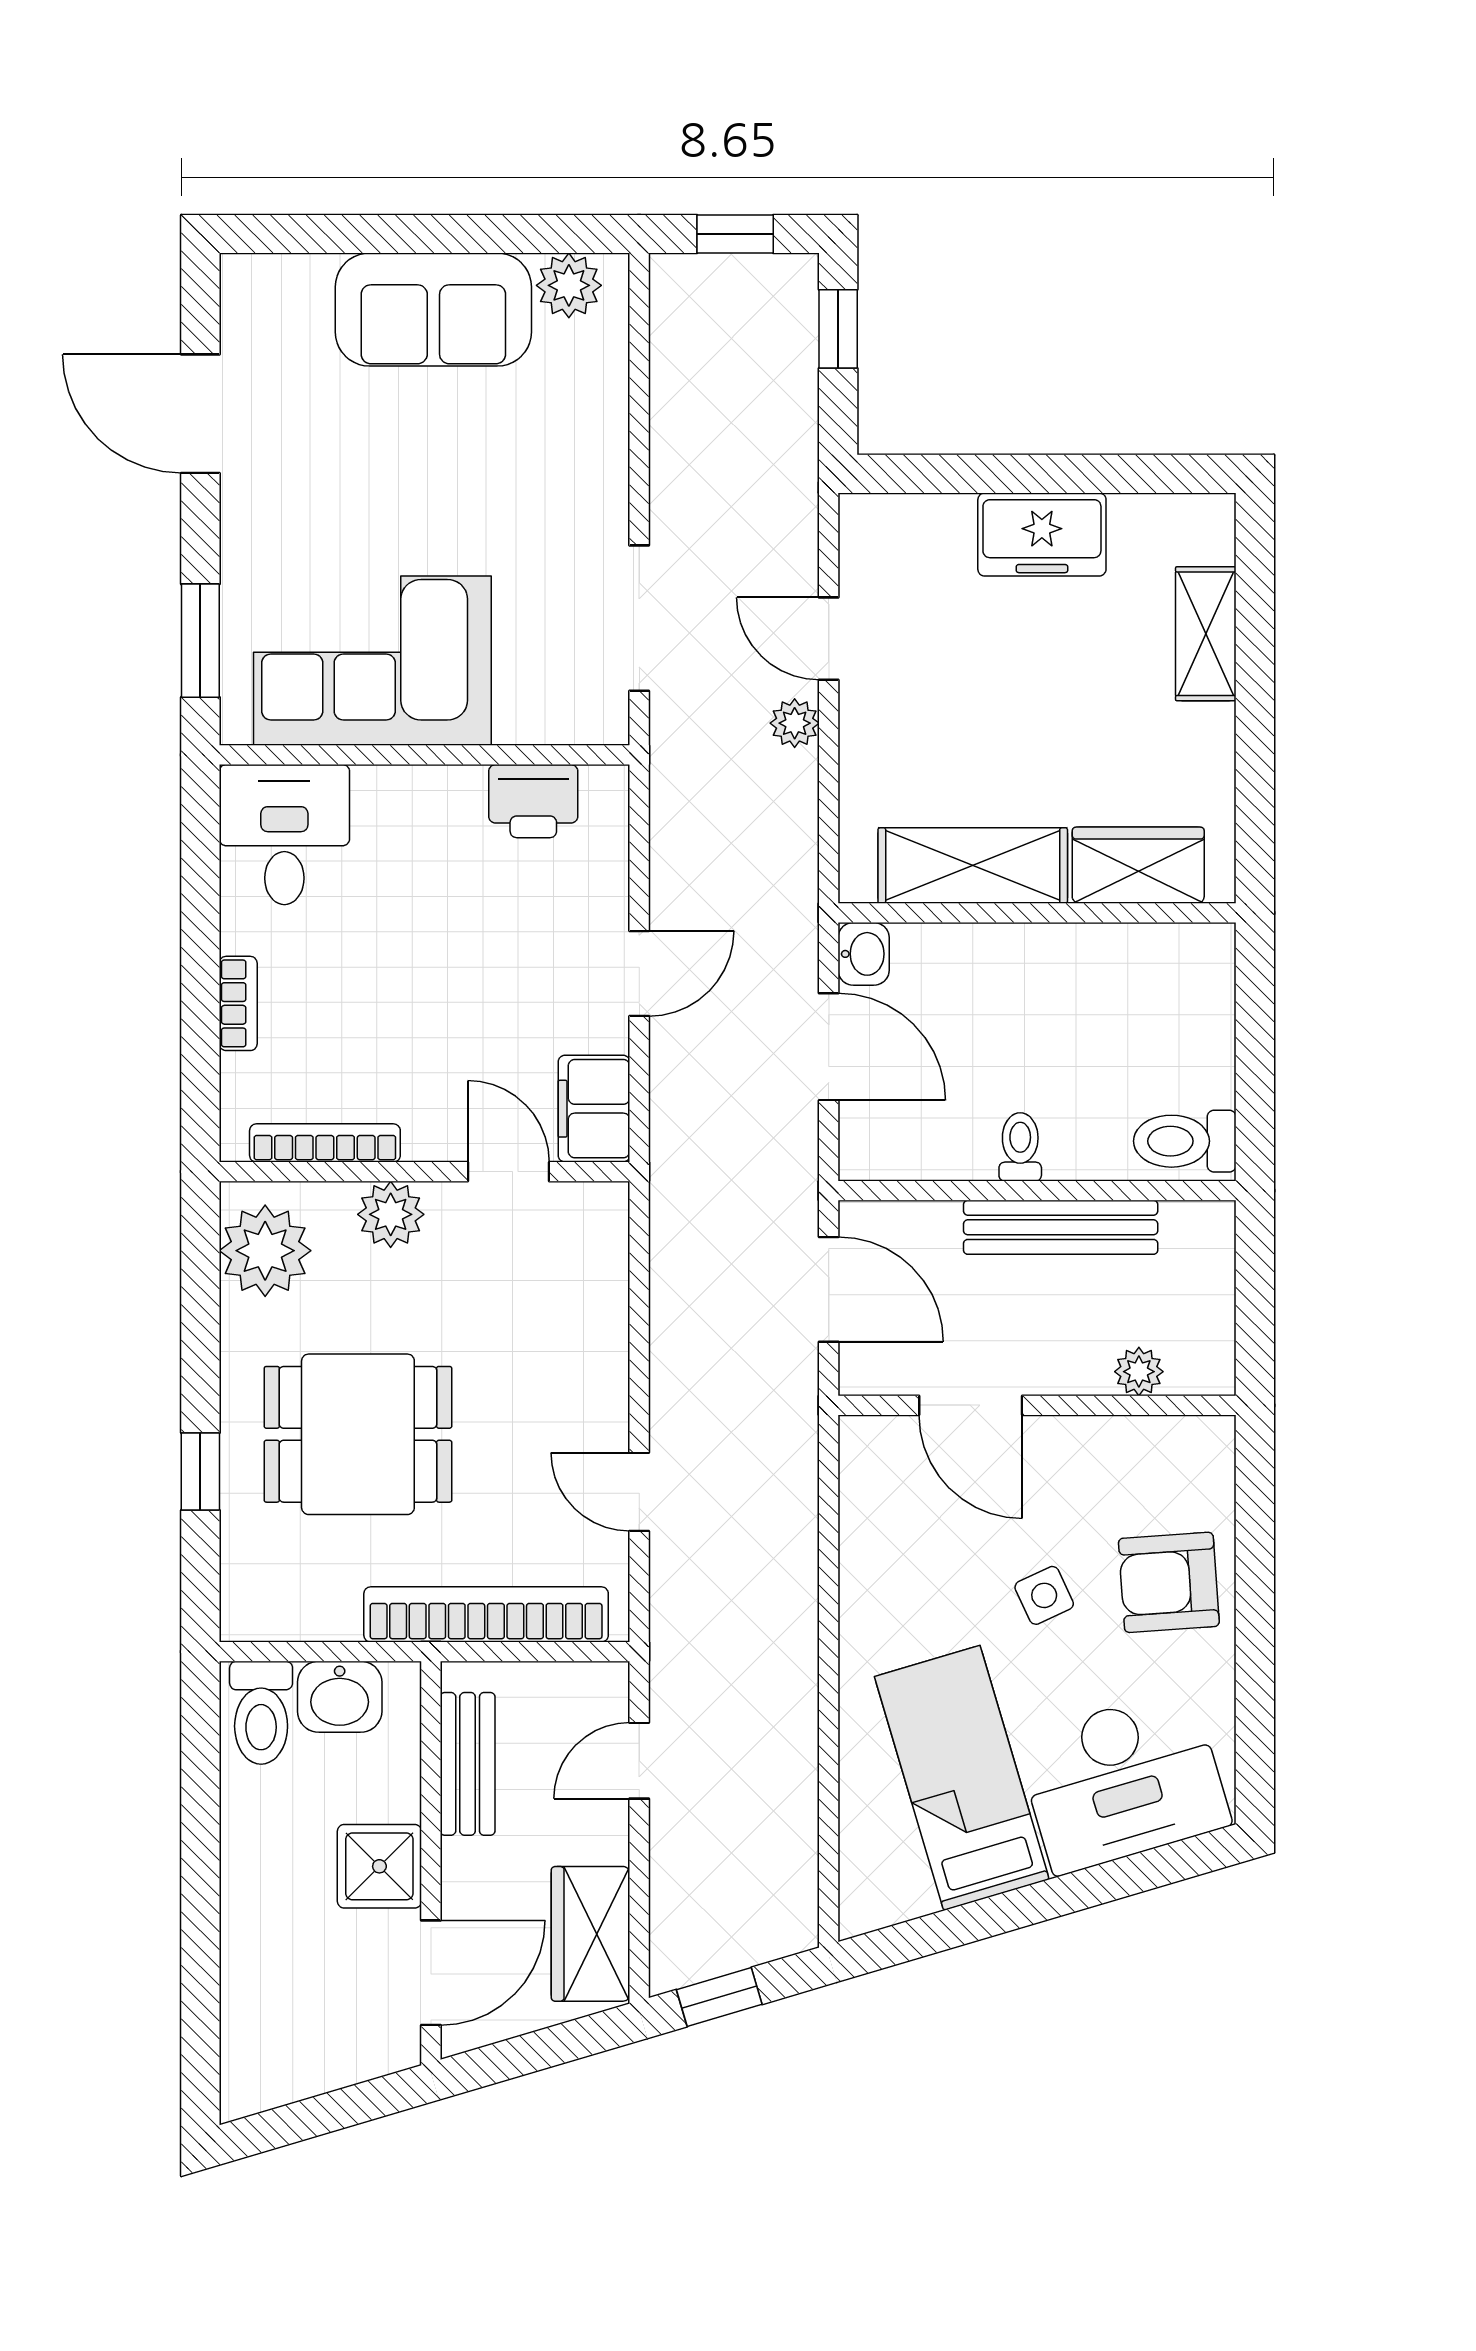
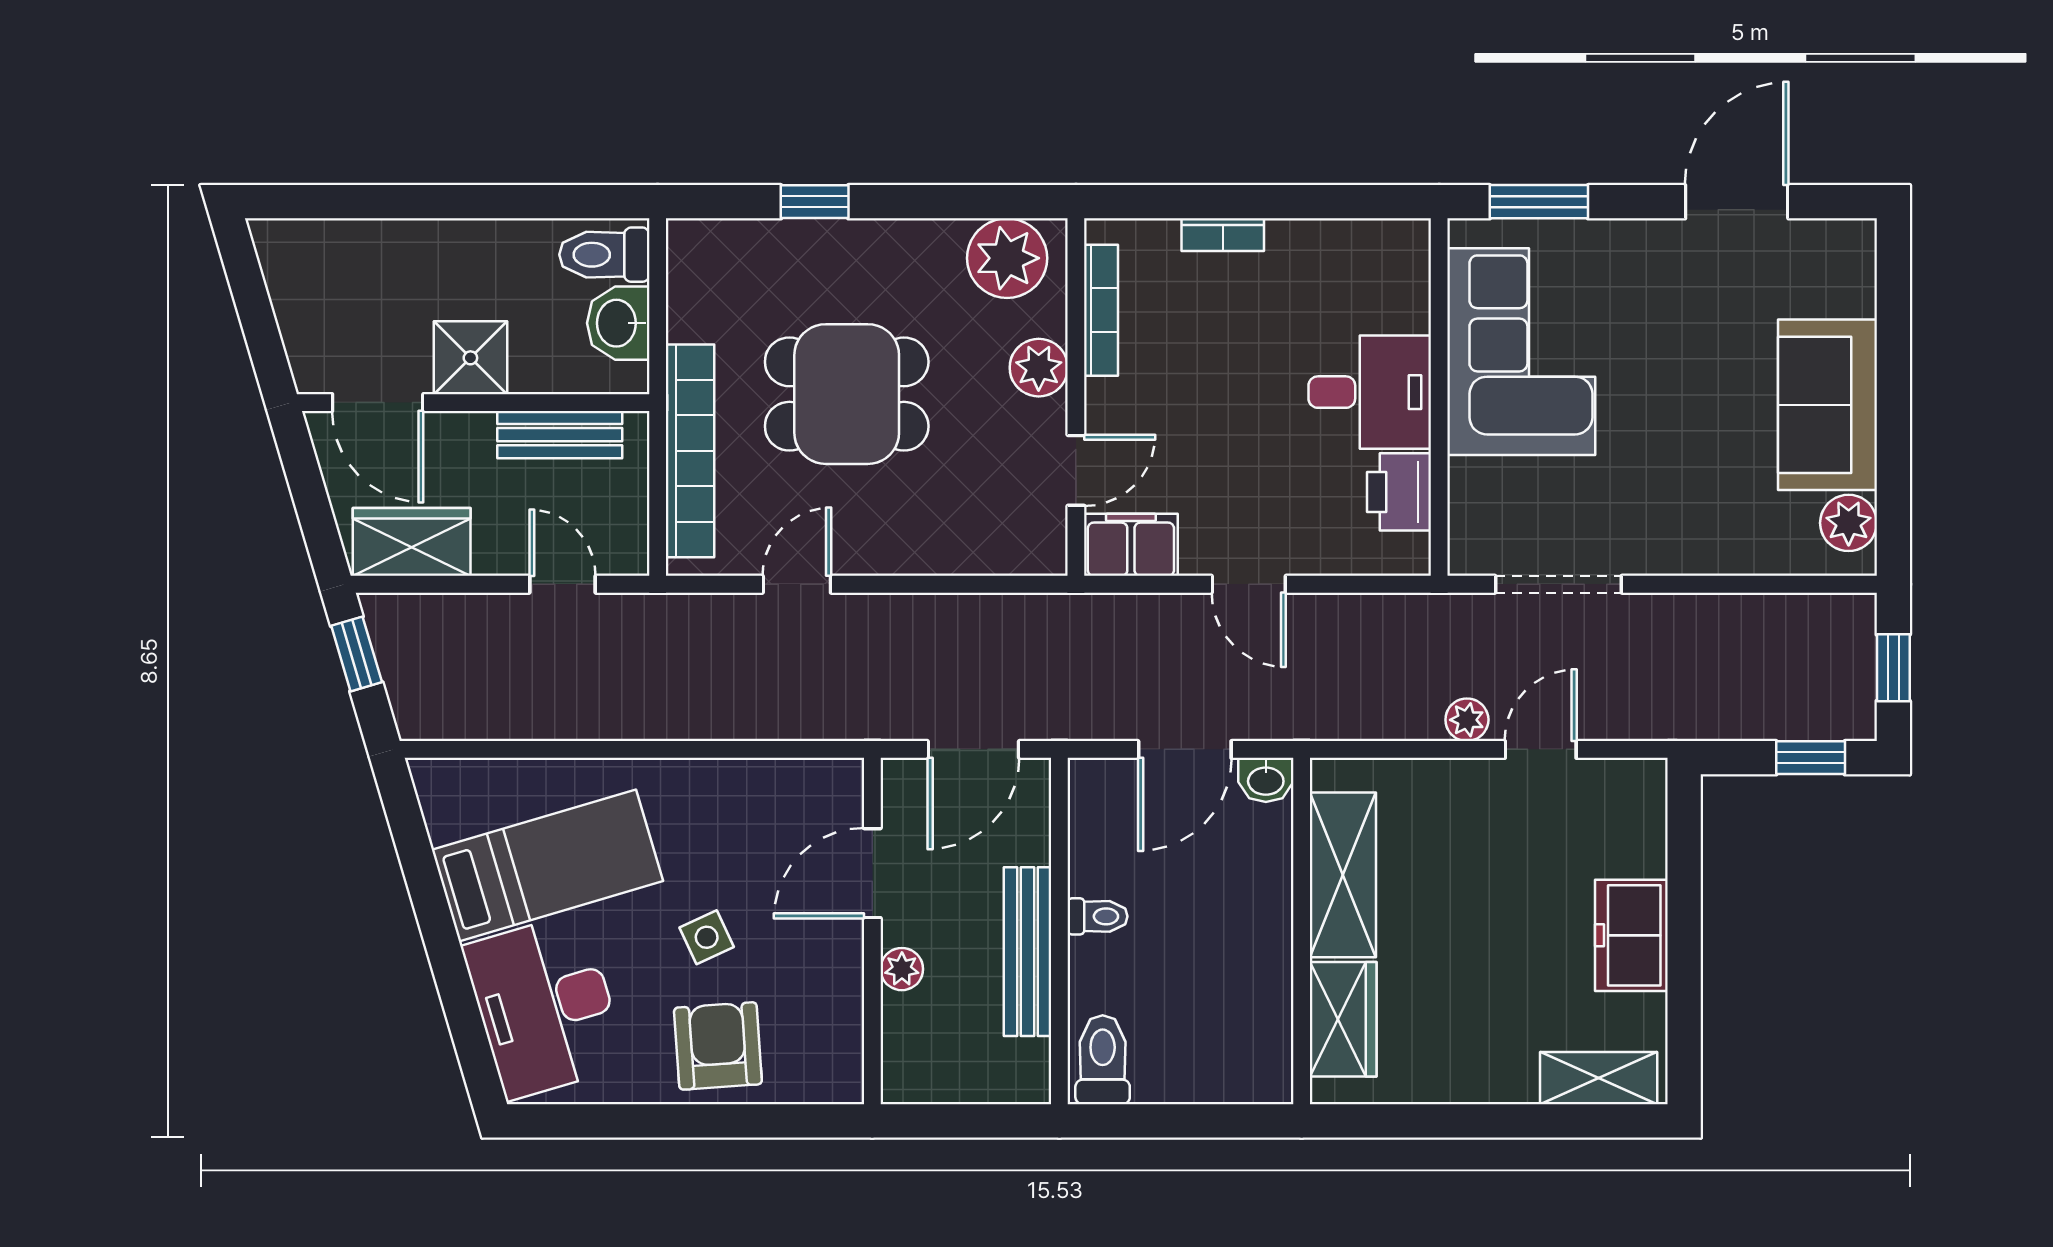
shelving: (1206, 634) -> (1599, 1078), moved
desk: (284, 835) -> (1370, 392), moved
plant: (1139, 1372) -> (902, 969), moved
dining table: (358, 1434) -> (847, 394), moved, turned 90

